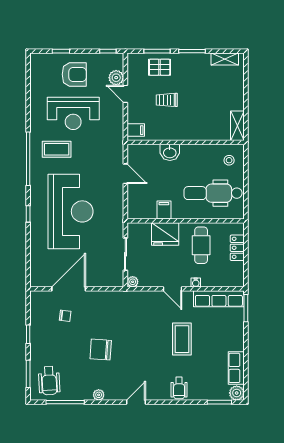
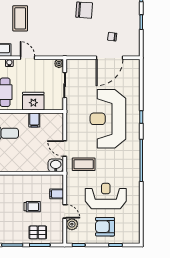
filing cabinet: (136, 130) -> (57, 194), moved
coffee table: (57, 149) -> (84, 164), moved
washbasin: (170, 152) -> (56, 165), moved

